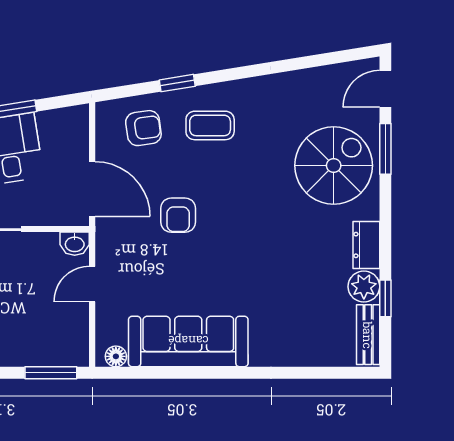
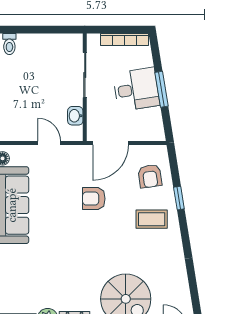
coffee table: (210, 125) -> (152, 219), turned 90
washbasin: (75, 244) -> (75, 116), moved

